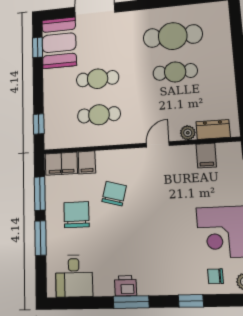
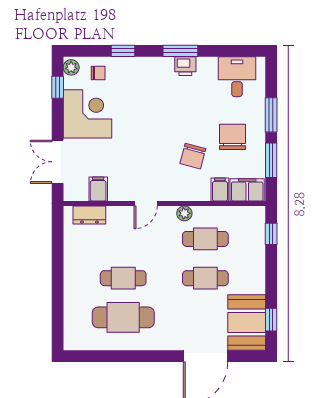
plant: (188, 133) -> (184, 213), moved
chair: (76, 215) -> (233, 137), turned 180

